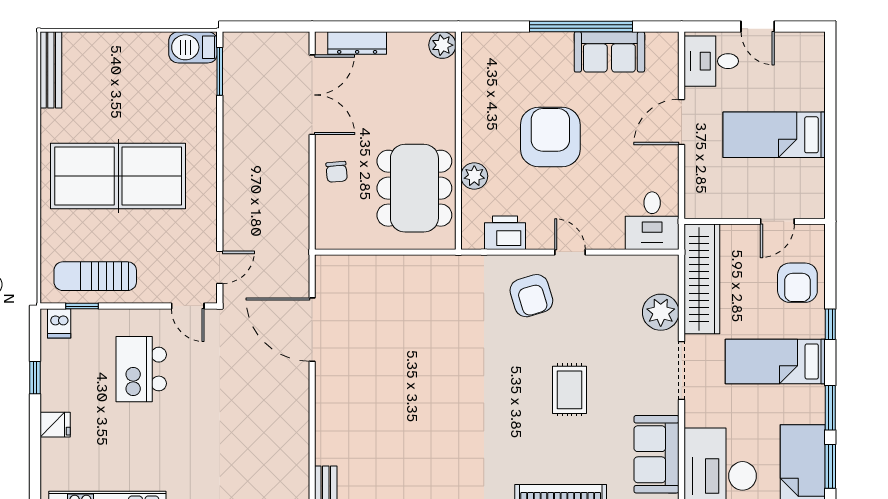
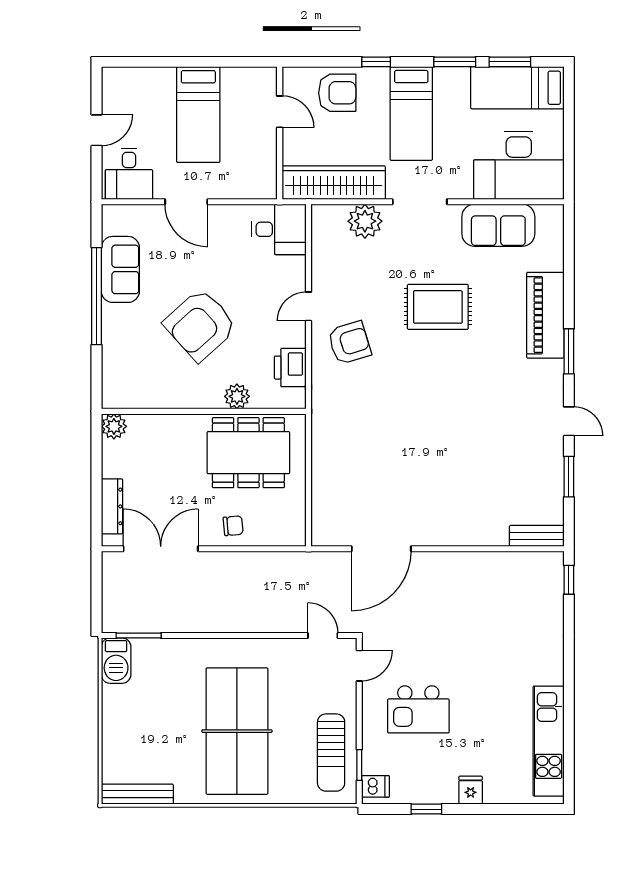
armchair: (550, 137) -> (200, 325), turned -42
rug: (569, 390) -> (438, 307), width x1.36, depth x1.43

